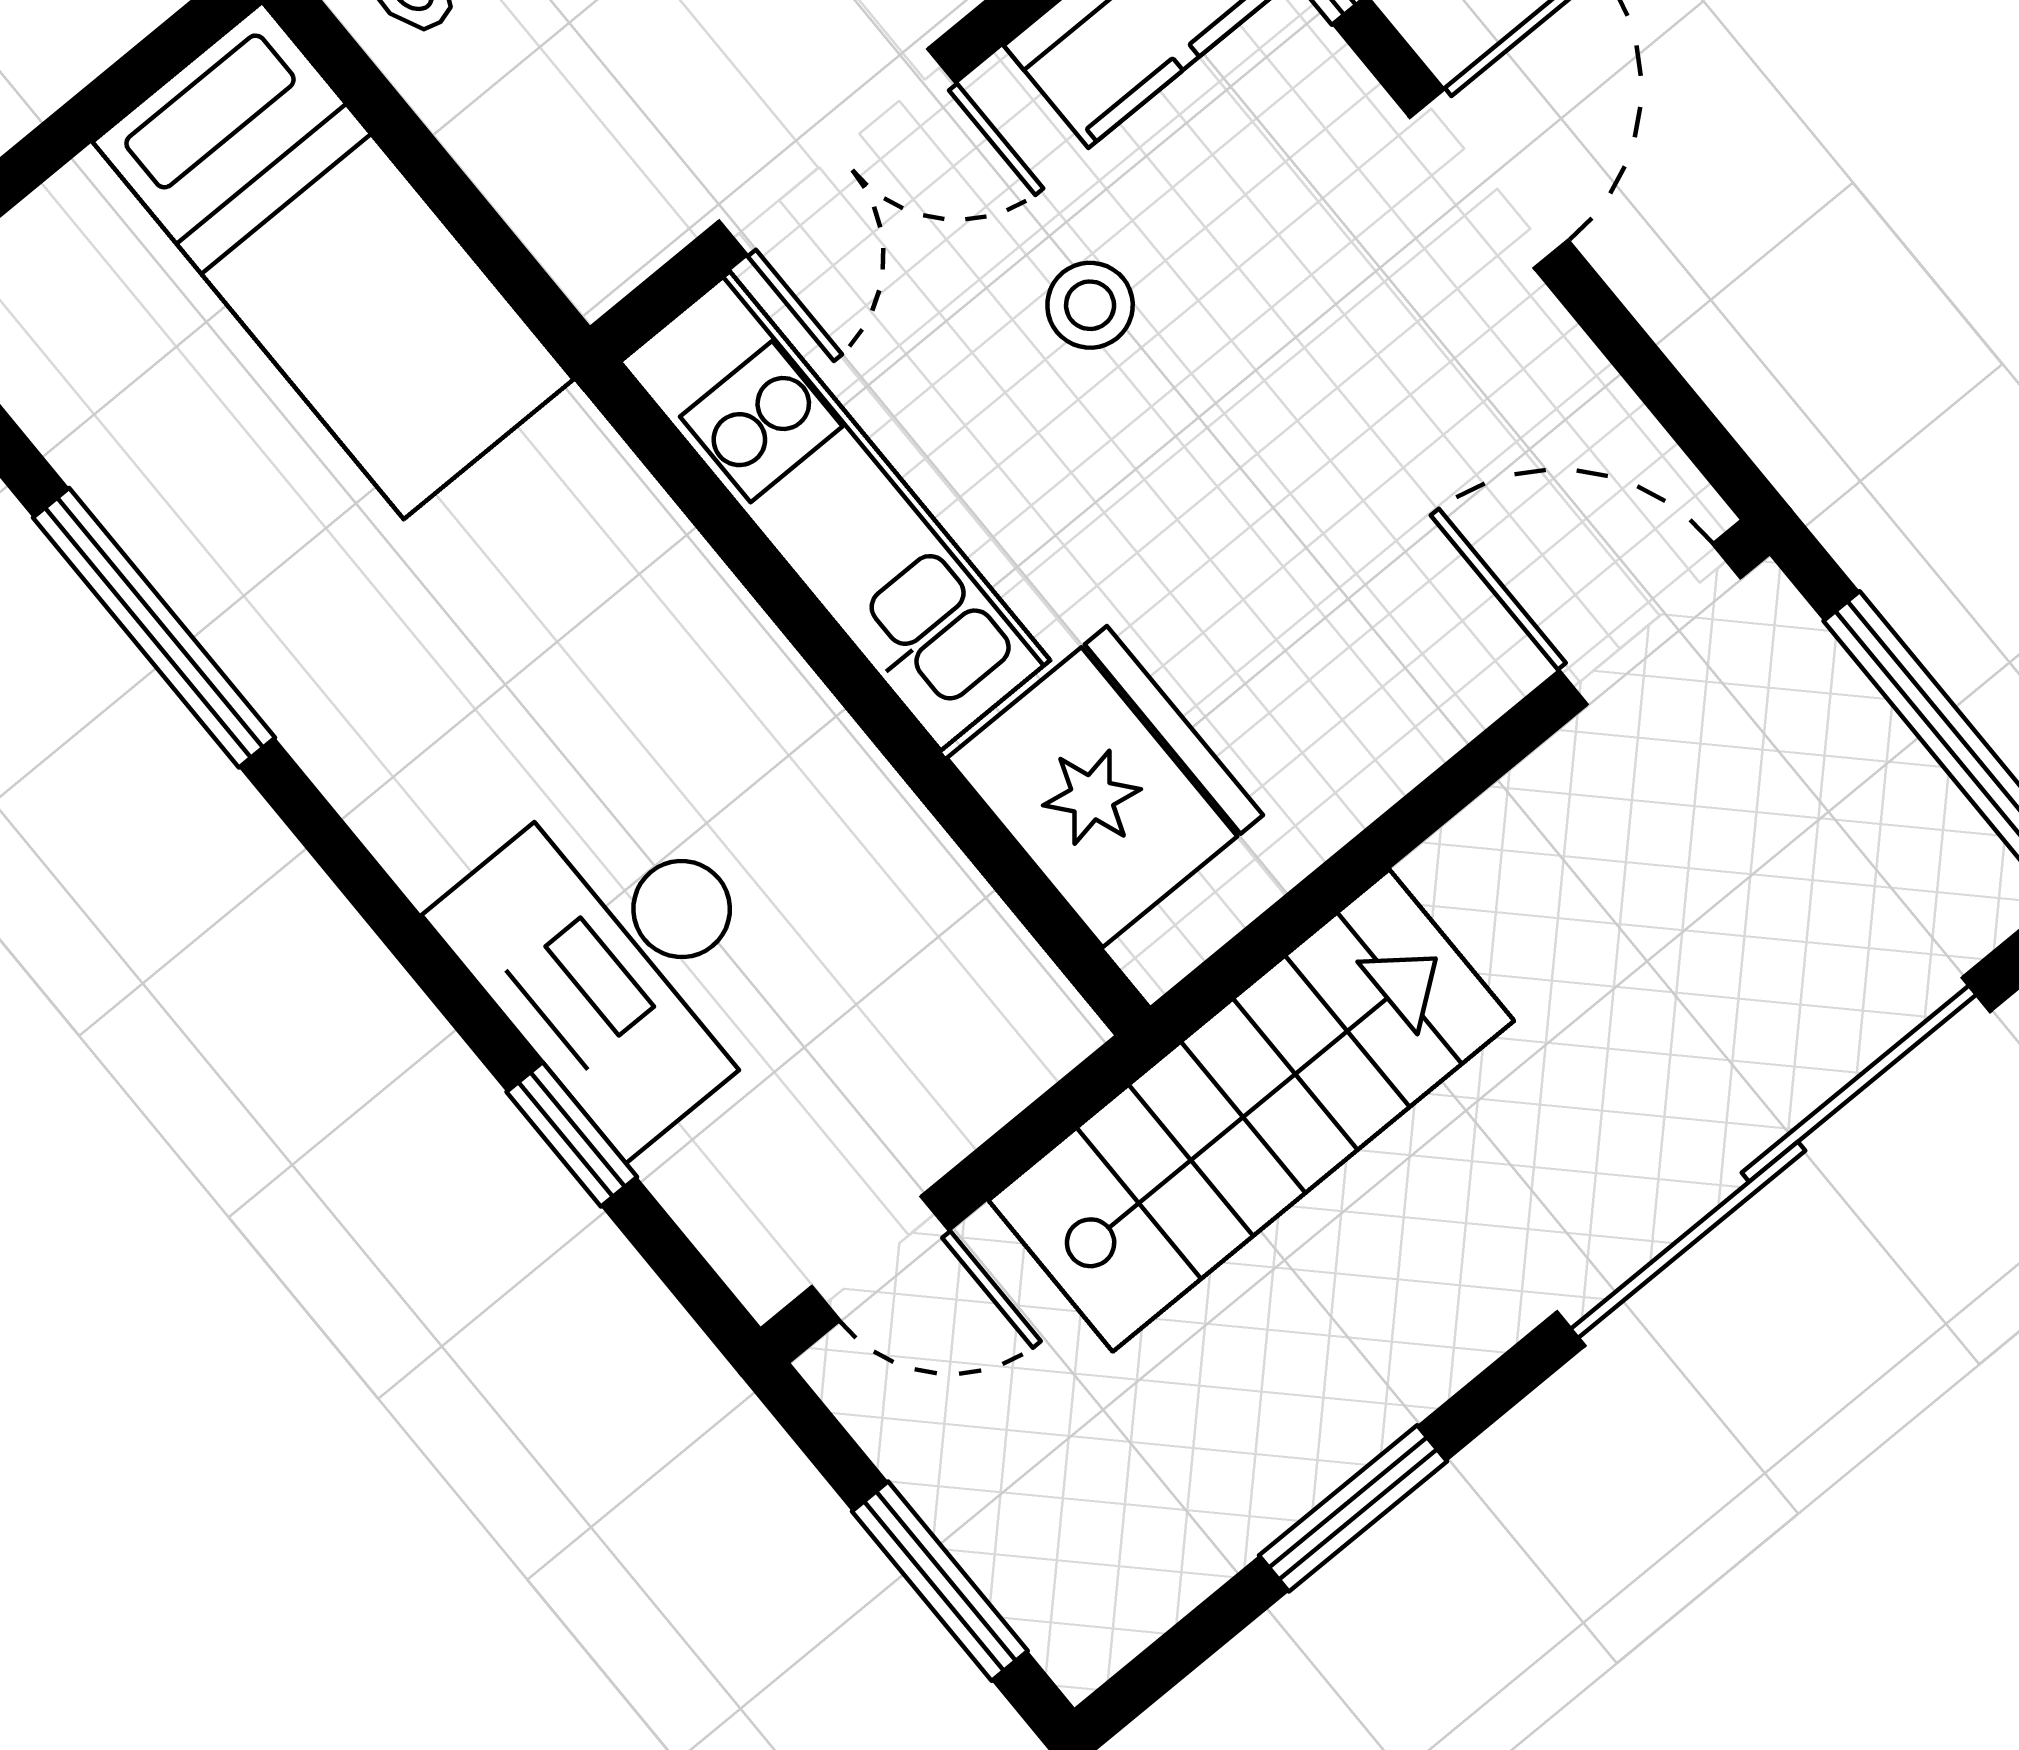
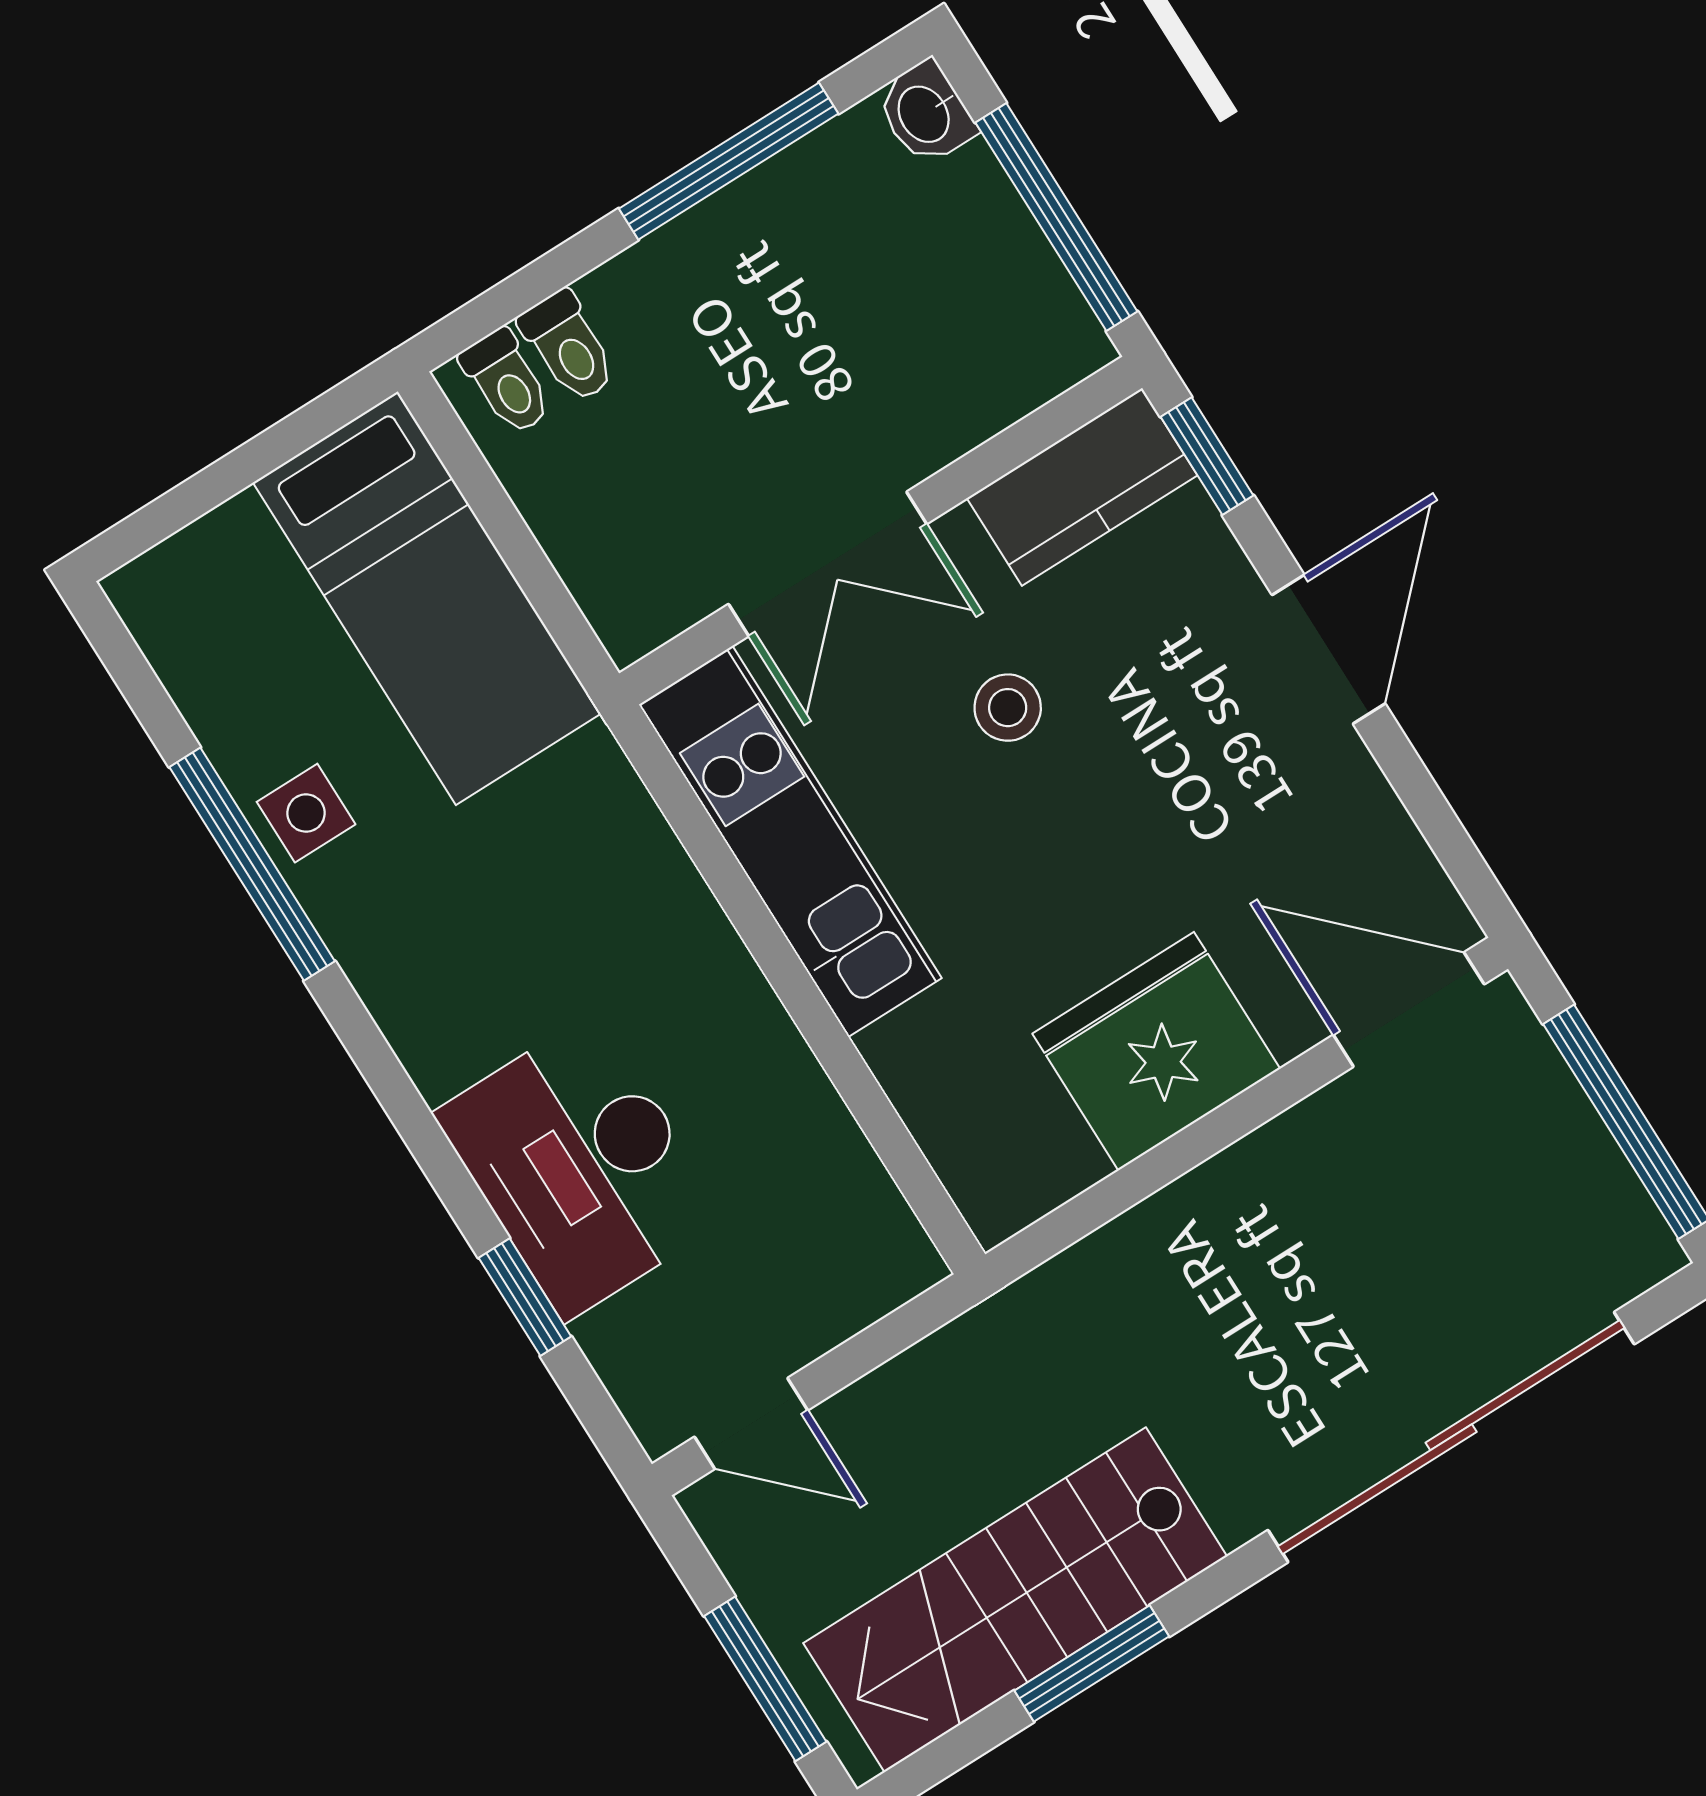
side table: (214, 554) -> (306, 813), added
fridge: (1105, 787) -> (1156, 1051), moved, turned -90
stairs: (1251, 1110) -> (1015, 1600), moved, turned 180

